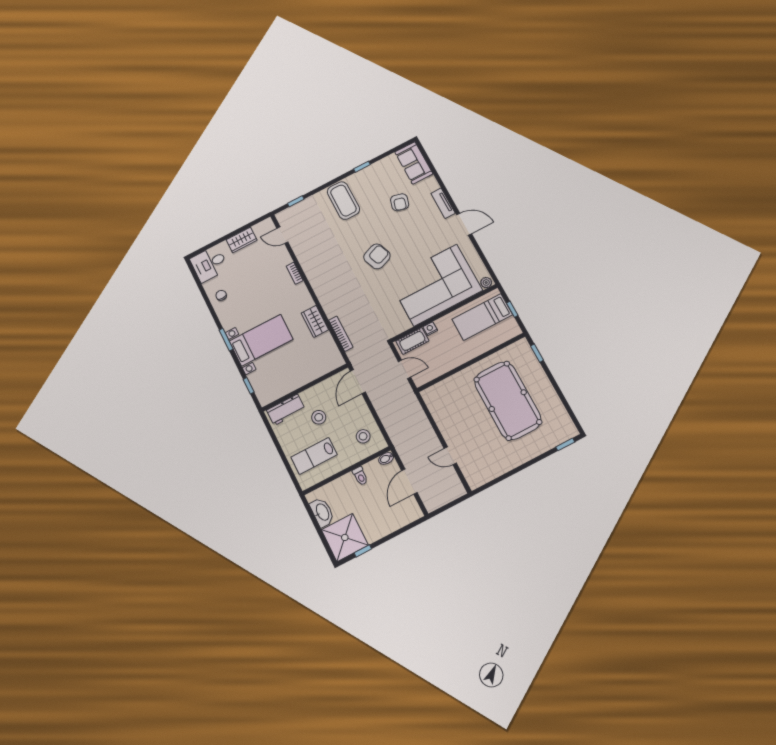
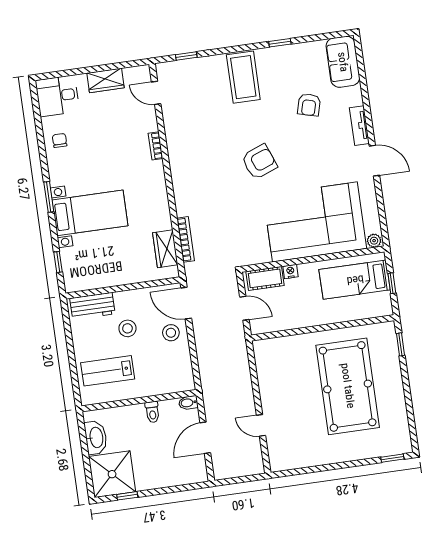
wardrobe: (315, 321) -> (165, 249), moved
door: (358, 382) -> (186, 303), hinge flipped
stool: (363, 436) -> (171, 333), moved

